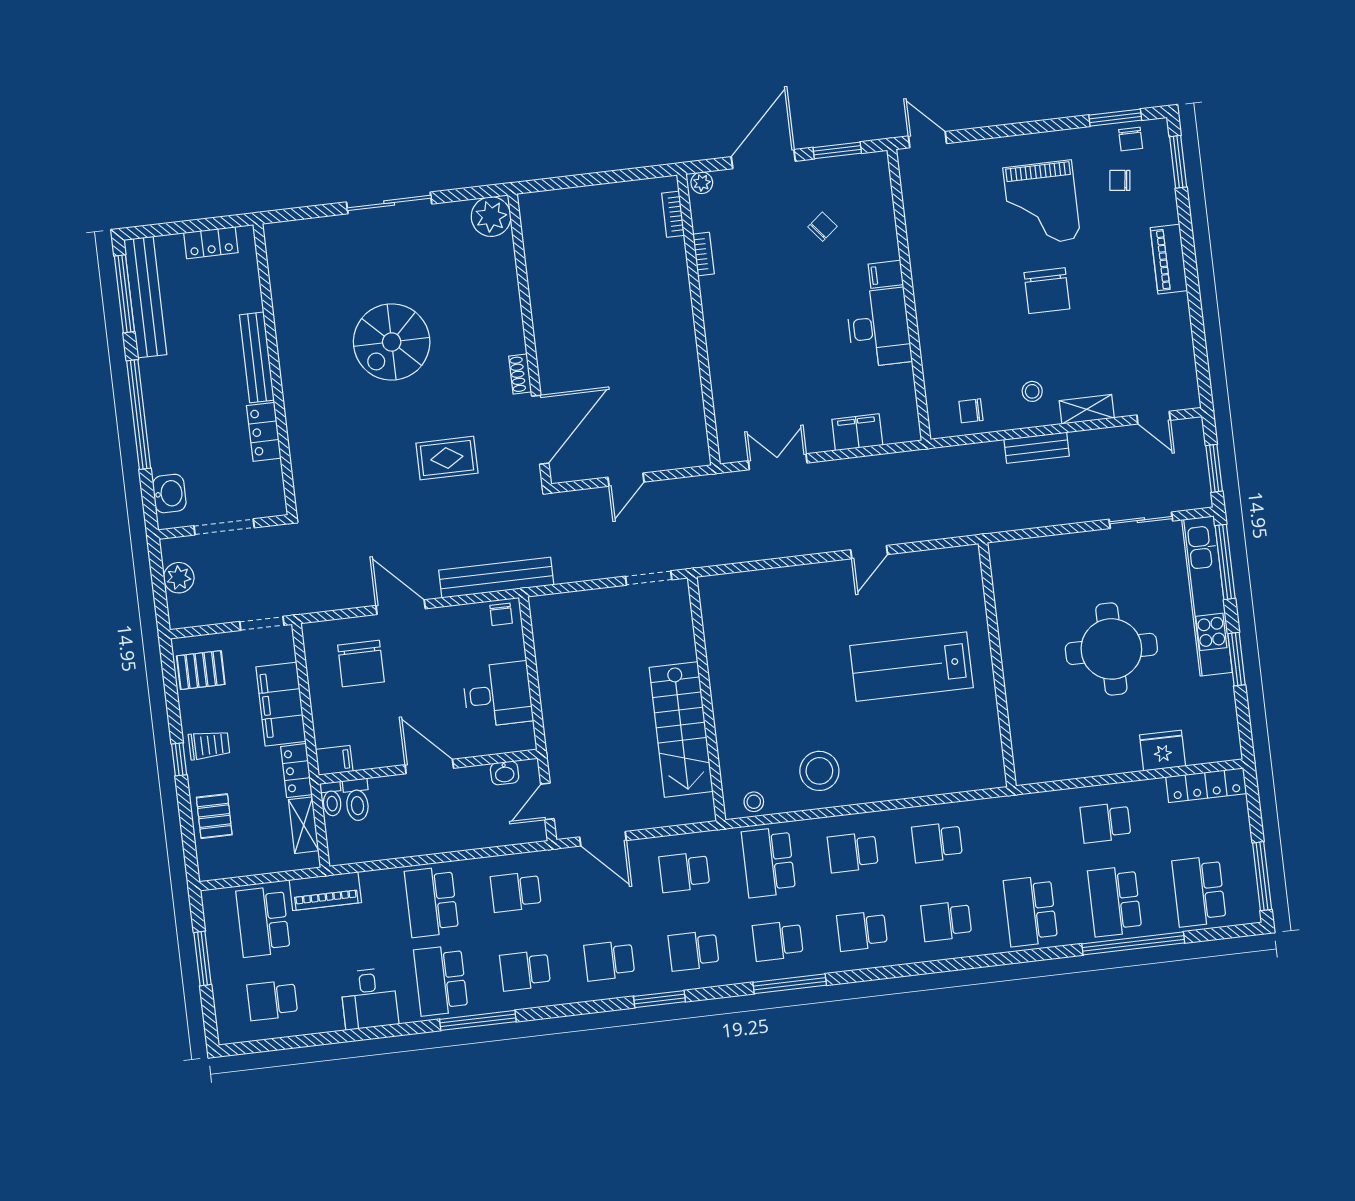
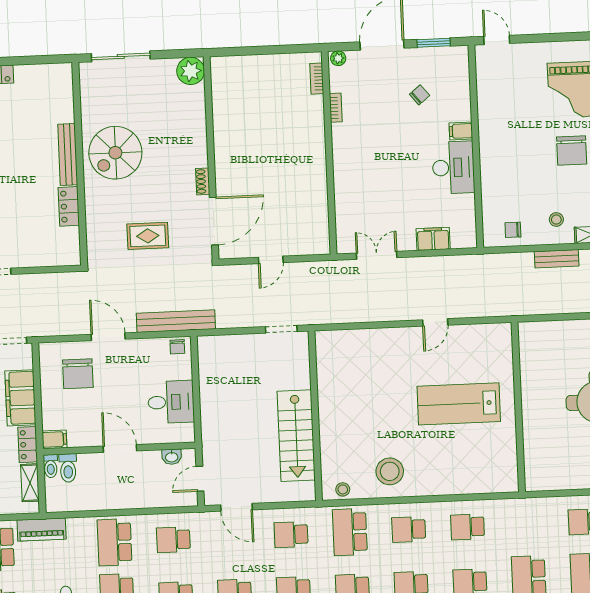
bench: (257, 357) -> (68, 155), moved
wall: (275, 369) -> (80, 164), moved
locker: (264, 432) -> (69, 206), moved

